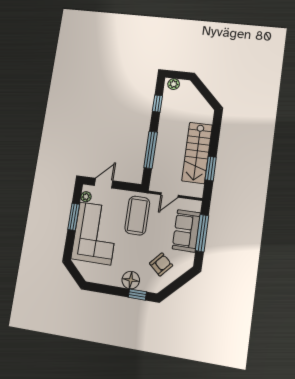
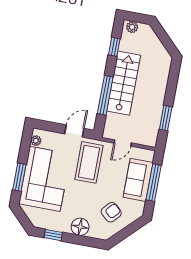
stairs: (197, 153) -> (124, 83), moved, turned 180
door: (104, 183) -> (74, 131), moved
window: (74, 217) -> (19, 177), moved
window: (137, 295) -> (53, 235), moved

